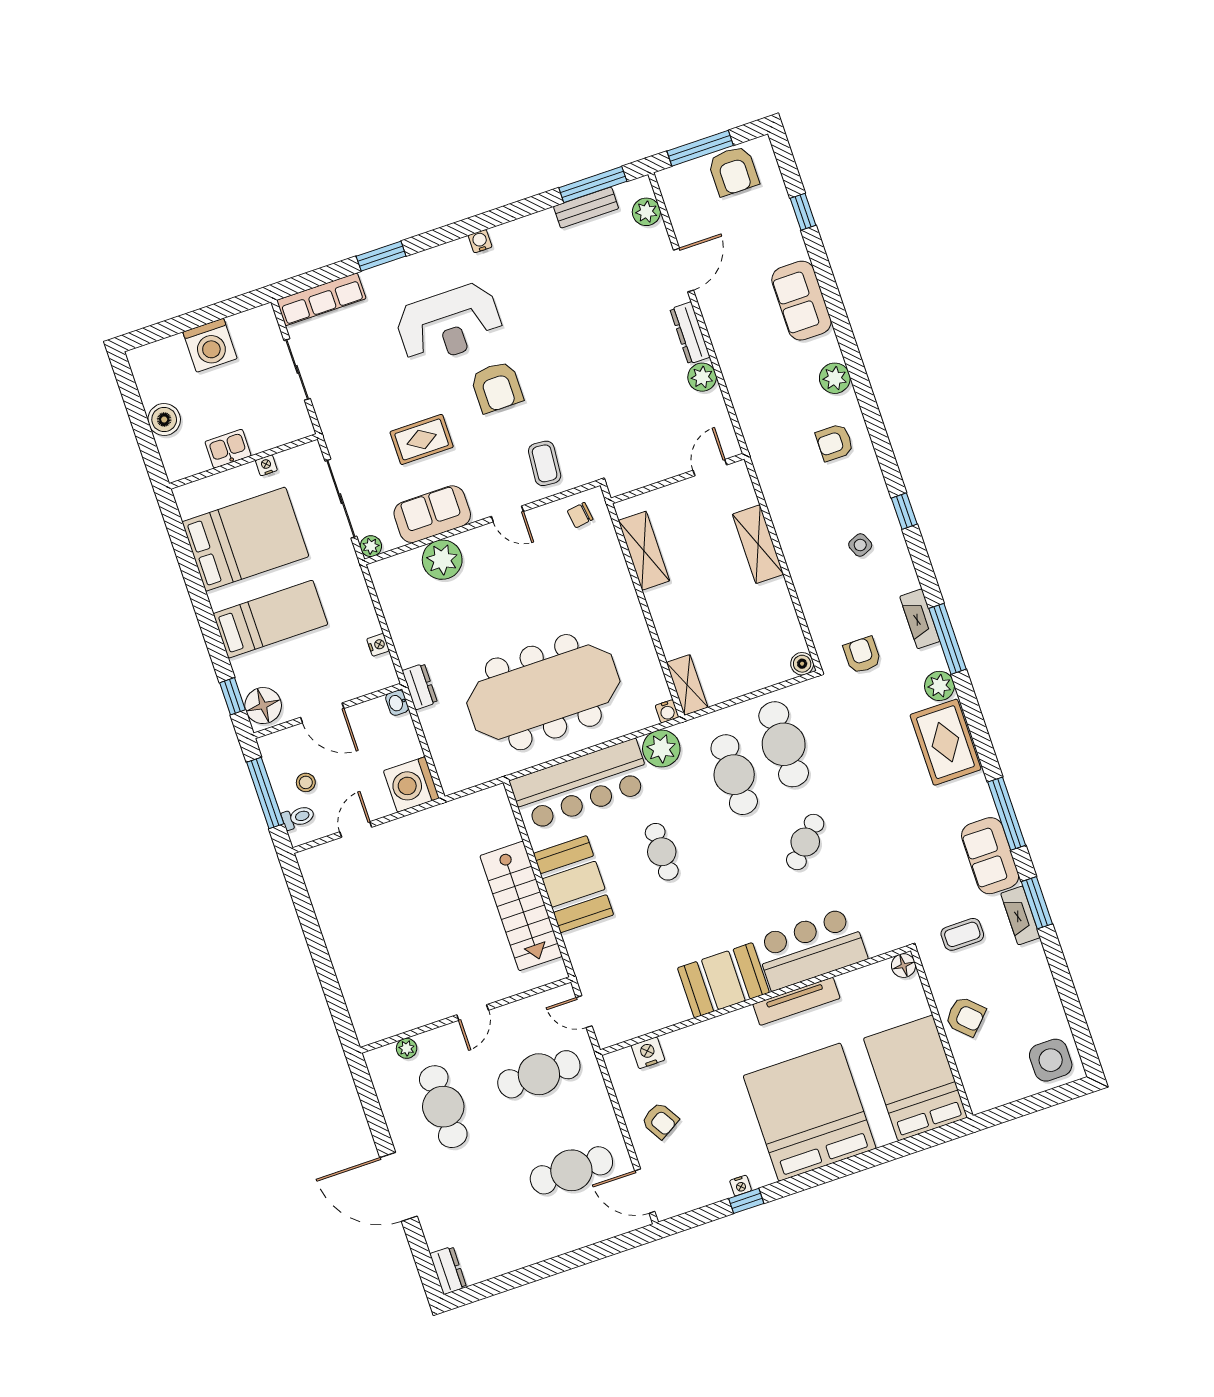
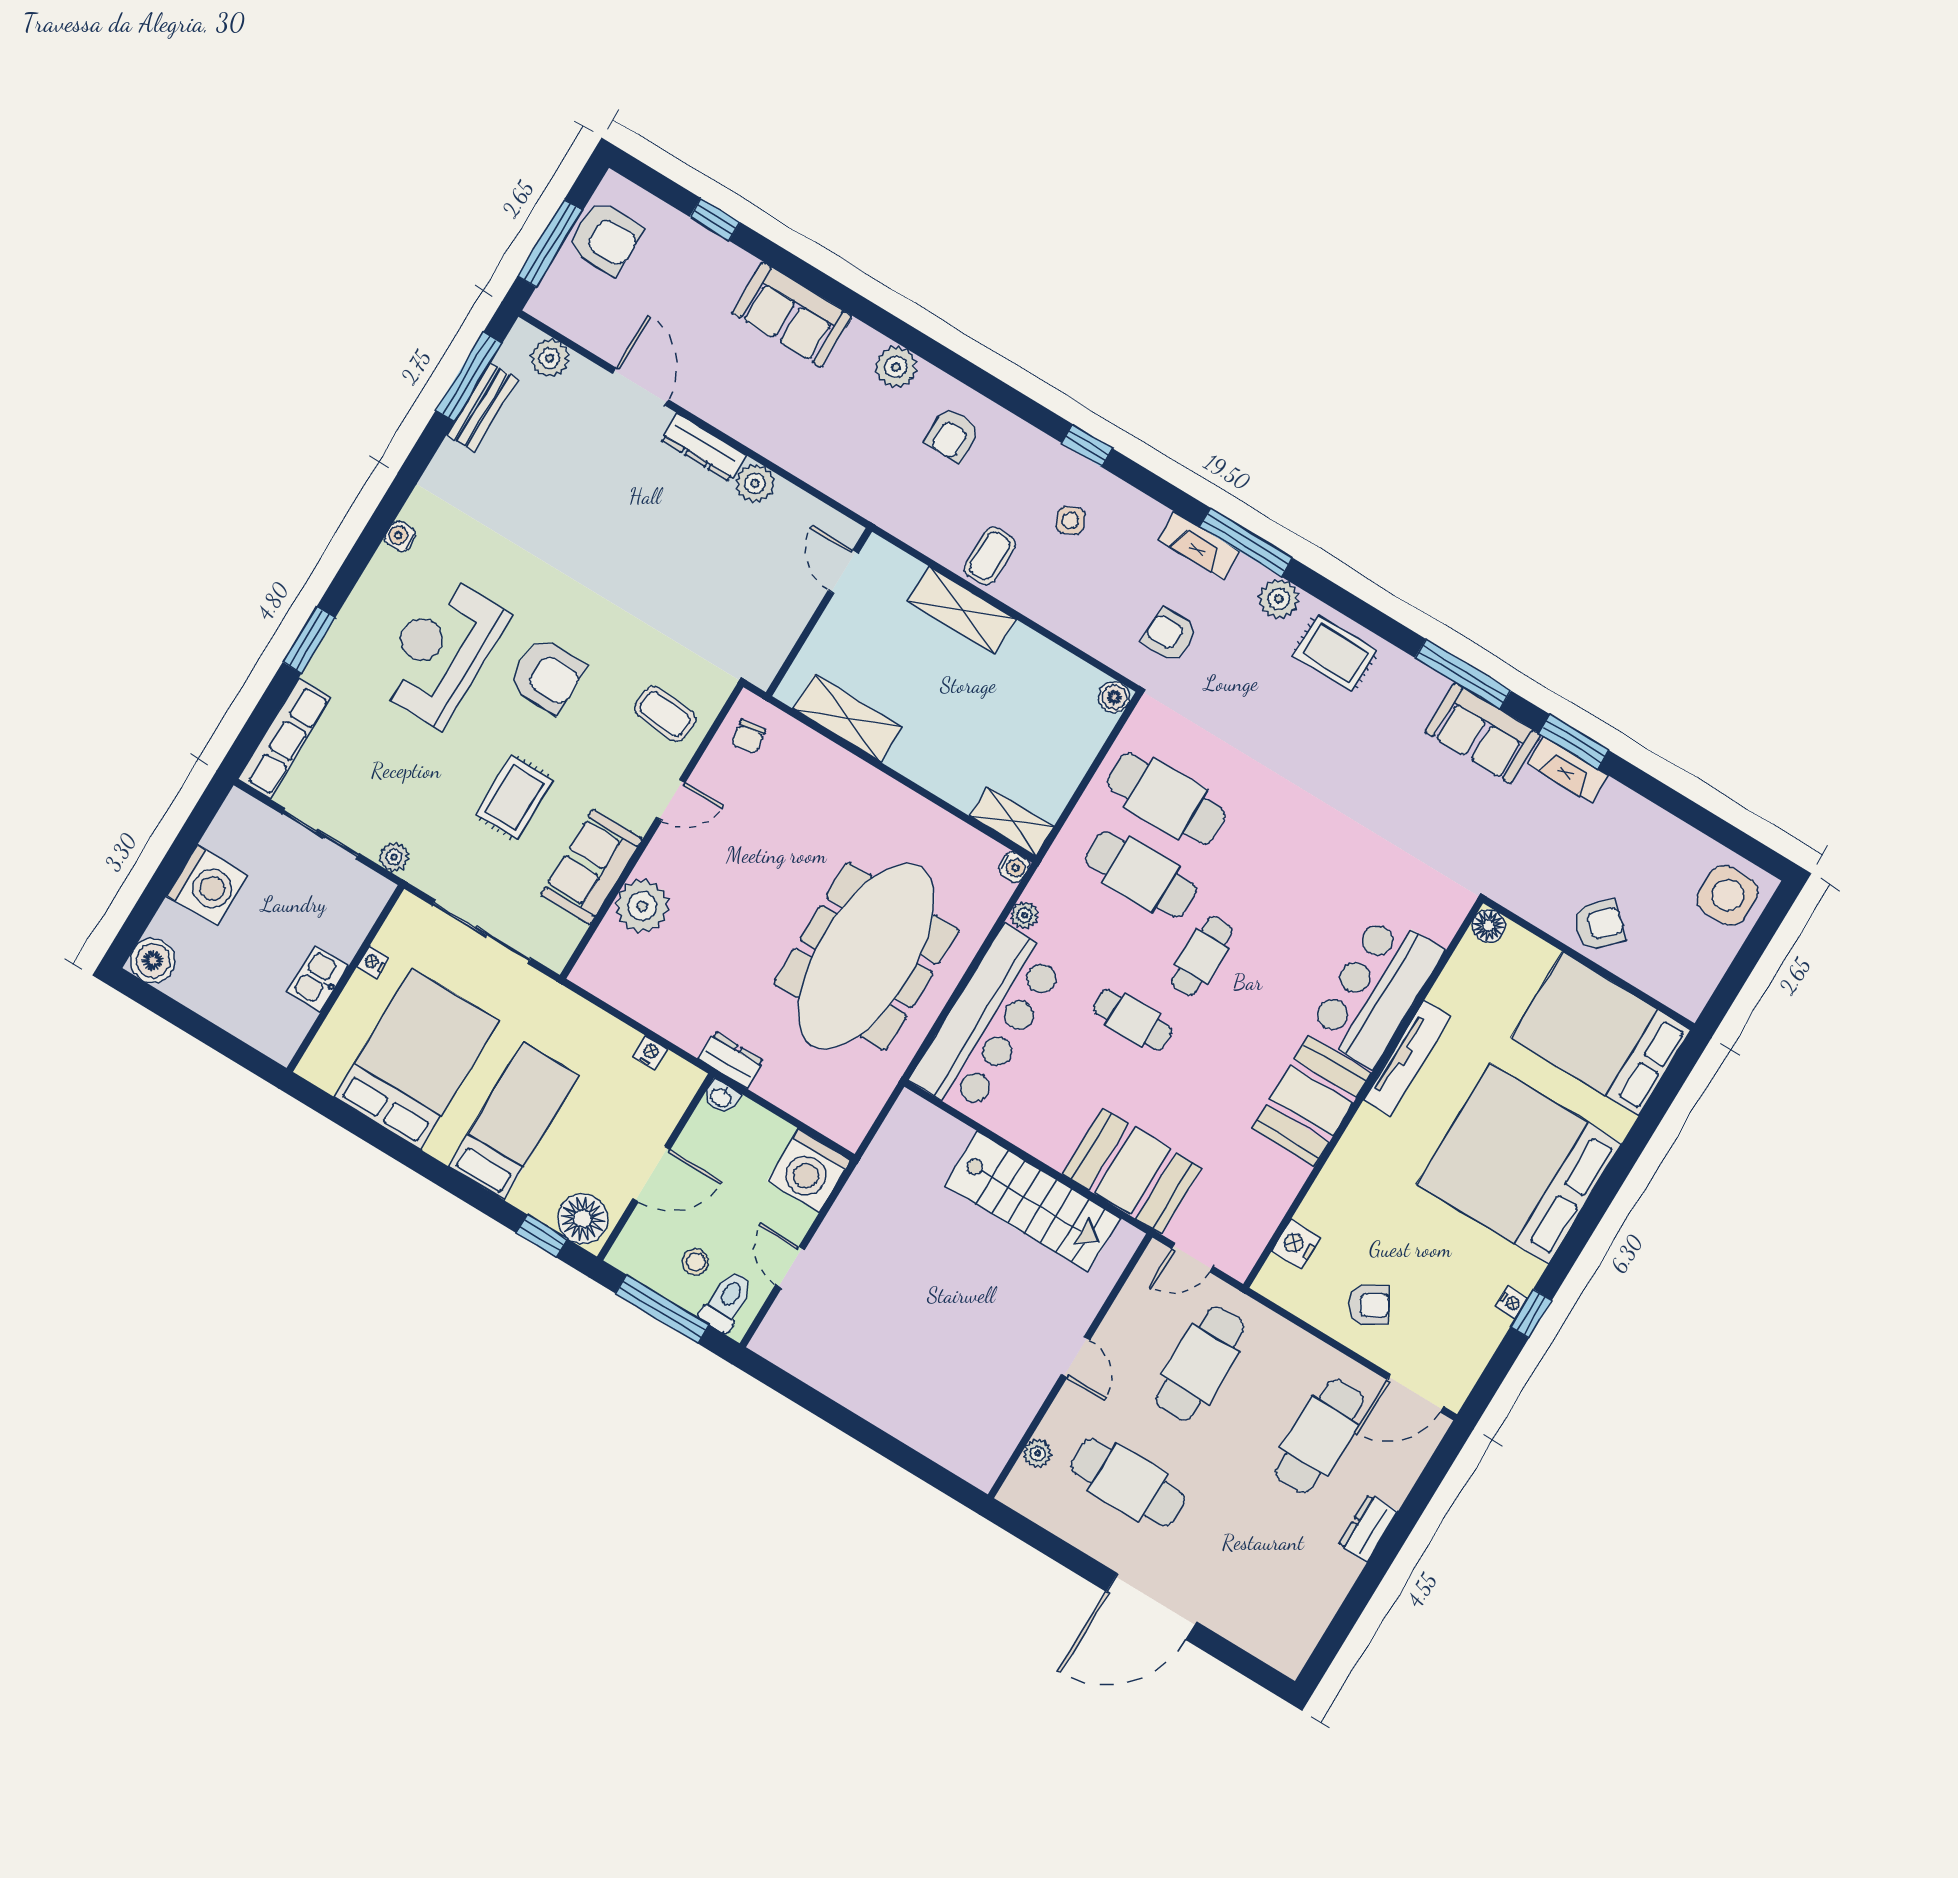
reception desk: (449, 324) -> (441, 651), turned 180
boiler: (164, 420) -> (153, 961), moved
plant: (371, 546) -> (394, 857), moved
rug: (945, 742) -> (1335, 653), width x0.73, depth x0.70
plant: (661, 749) -> (1024, 915), width x0.53, depth x0.53
toilet: (298, 817) -> (727, 1301), width x1.37, depth x1.39
cafe table: (805, 842) -> (1202, 956), moved, turned 46
booth: (574, 884) -> (1132, 1171), moved
coffee table: (962, 934) -> (990, 556), moved
dresser: (448, 1270) -> (1368, 1528), moved, turned -90

